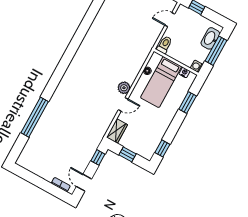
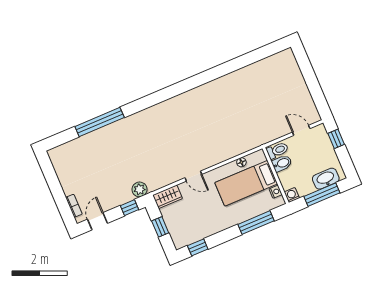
bidet: (174, 51) -> (282, 163), added
plant: (124, 88) -> (140, 189), moved
window: (188, 103) -> (256, 223), width x1.44

